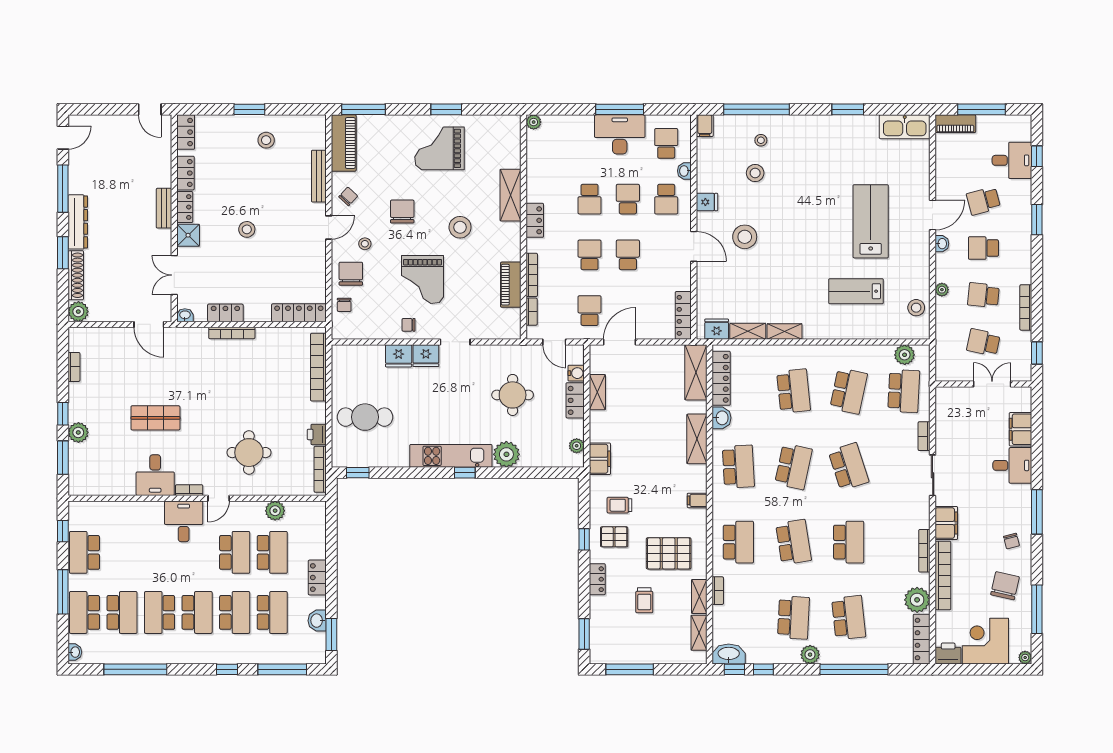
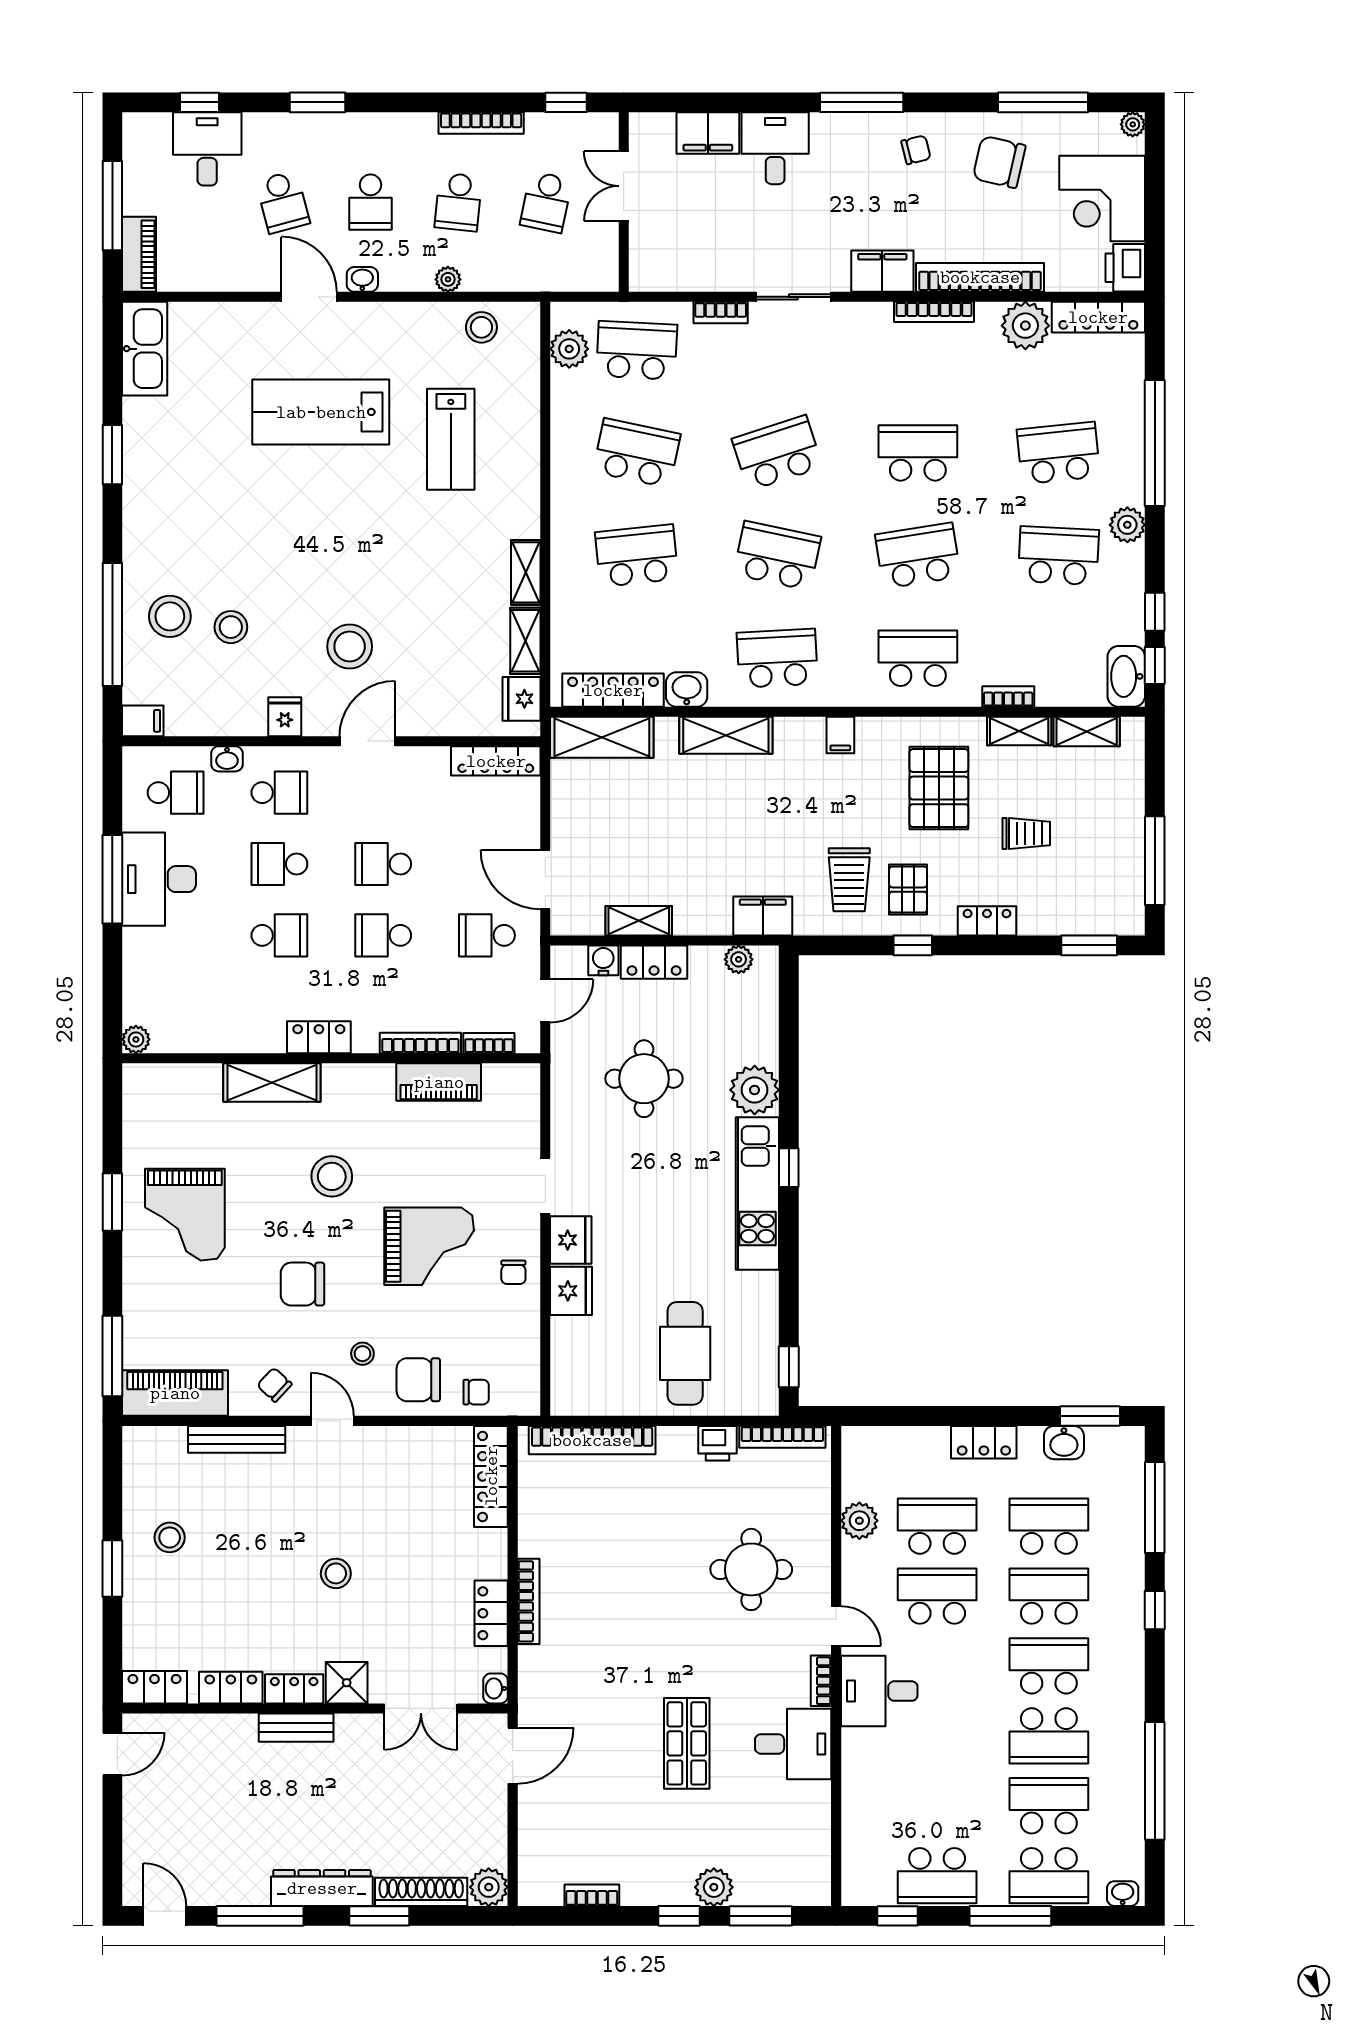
stool: (761, 140) -> (170, 616), width x1.89, depth x1.89
school desk: (666, 143) -> (176, 793), turned 180
trolley: (619, 505) -> (849, 880), width x1.36, depth x1.39

